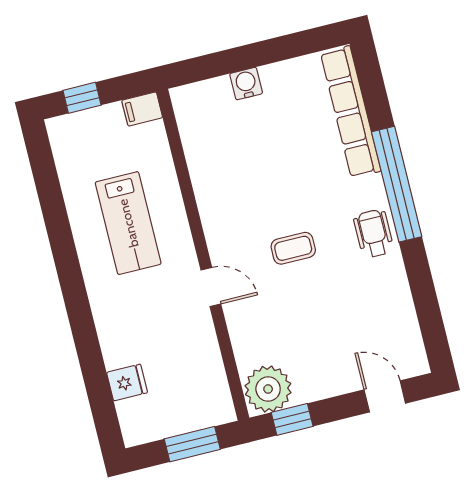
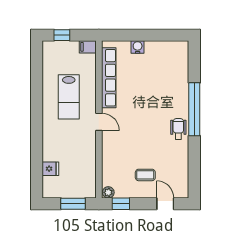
row of seats: (351, 112) -> (109, 78), moved, turned 180
coffee table: (293, 248) -> (145, 175), moved
door: (211, 287) -> (99, 122), moved
plant: (268, 389) -> (108, 192), width x0.53, depth x0.53

